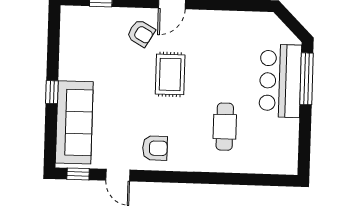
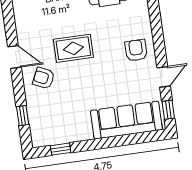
armchair: (141, 33) -> (44, 78), turned -95
window: (52, 92) -> (61, 149), moved

